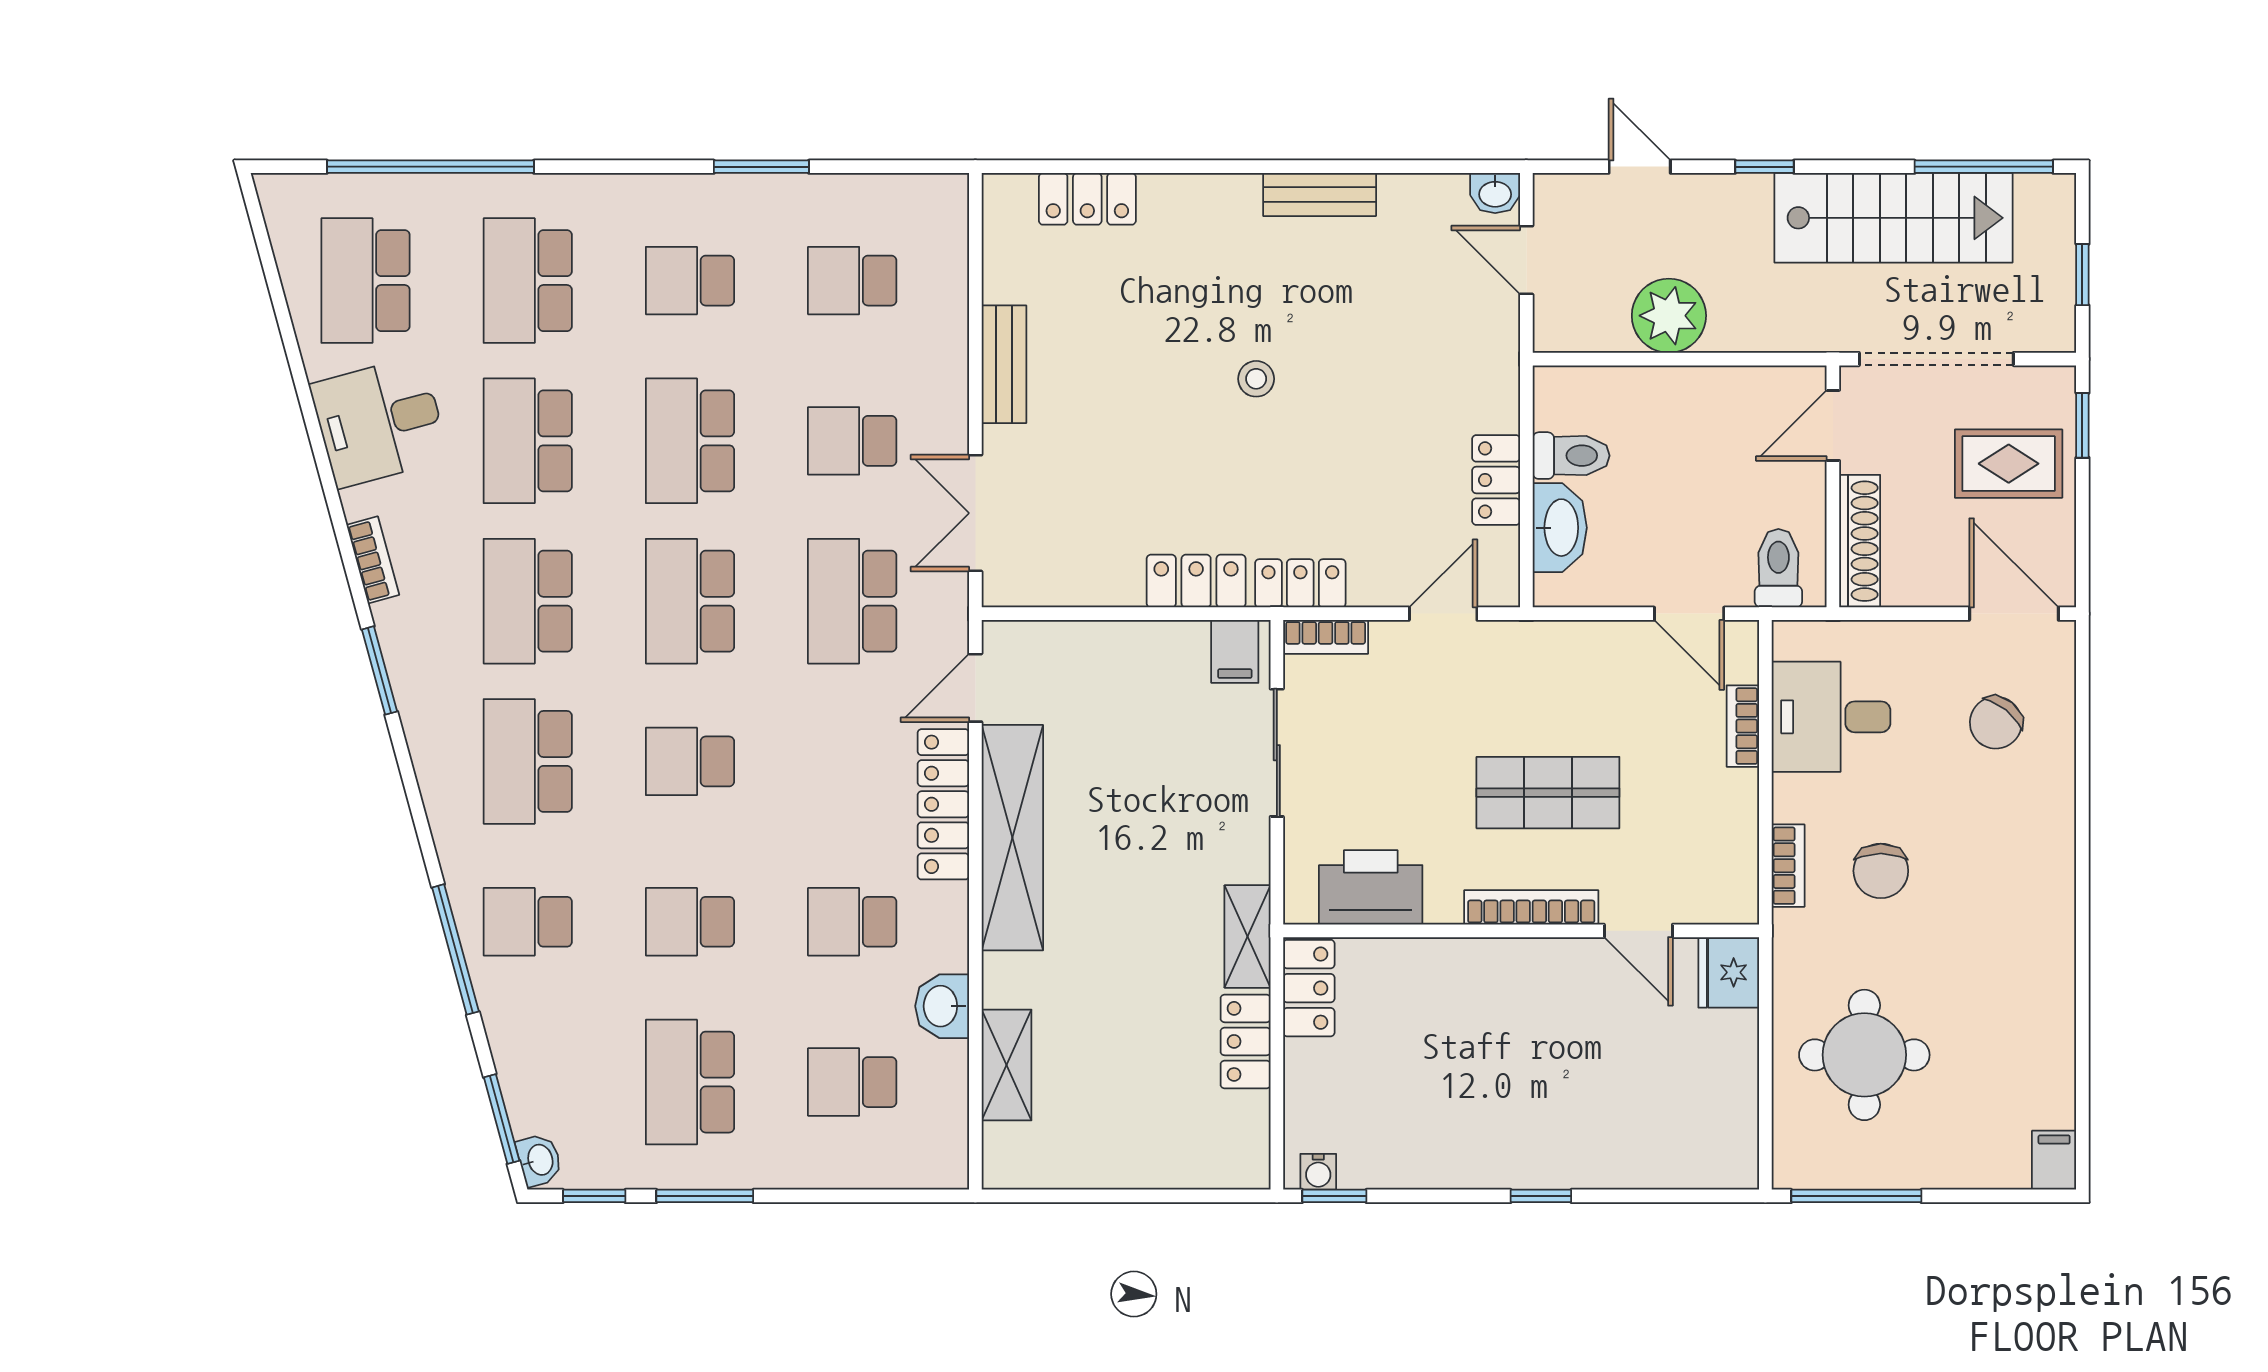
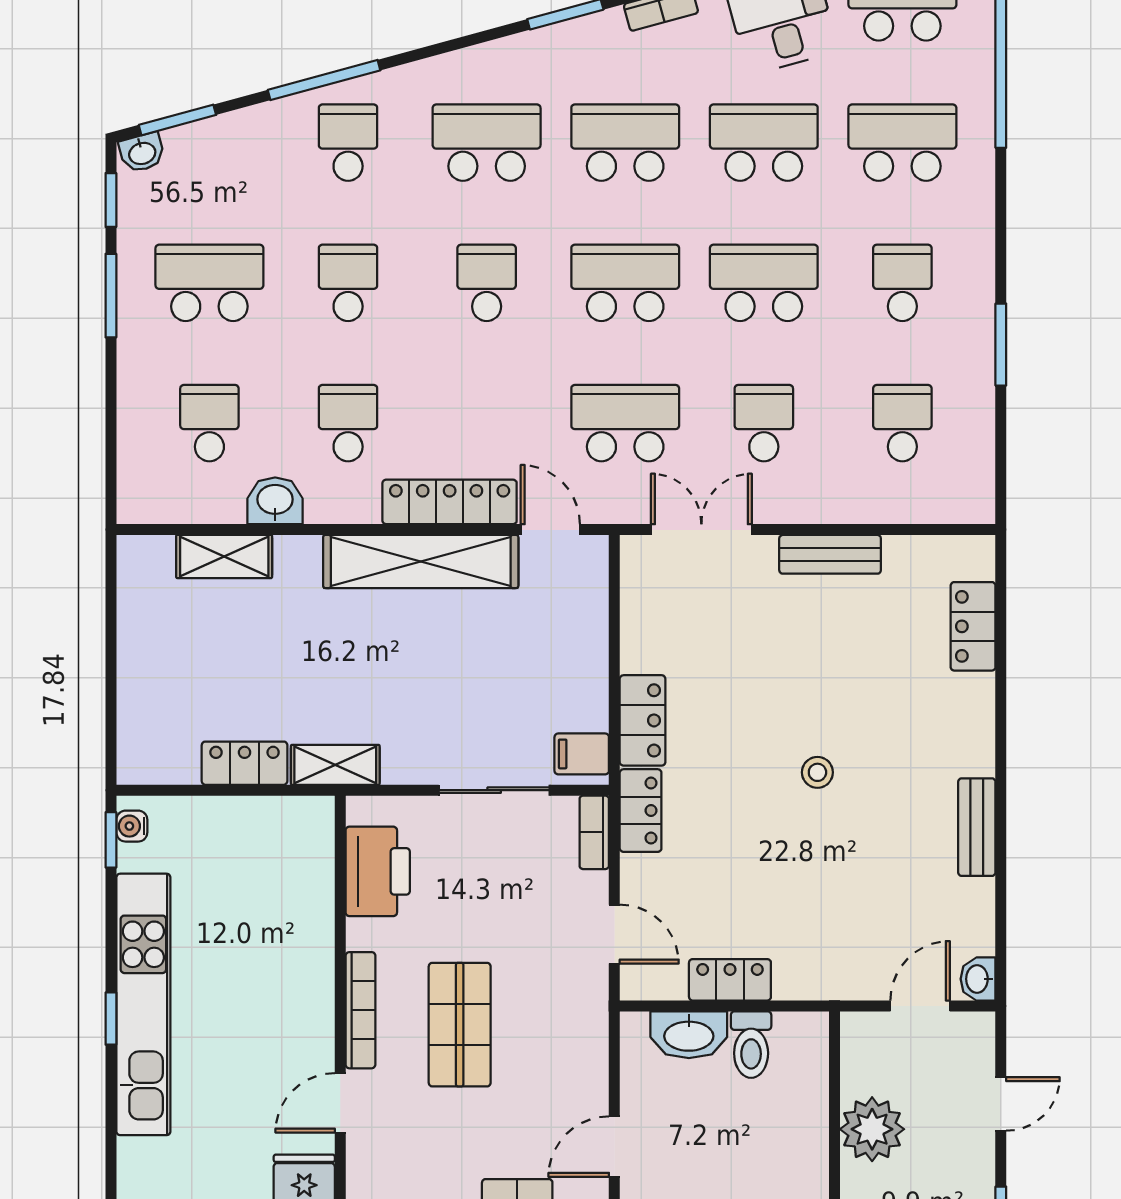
locker: (1309, 988) -> (291, 818), removed
kitchen unit: (1525, 1158) -> (143, 1004), added

